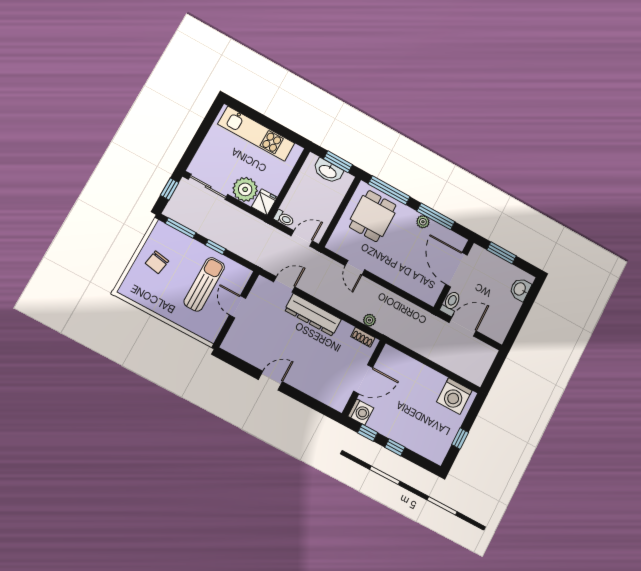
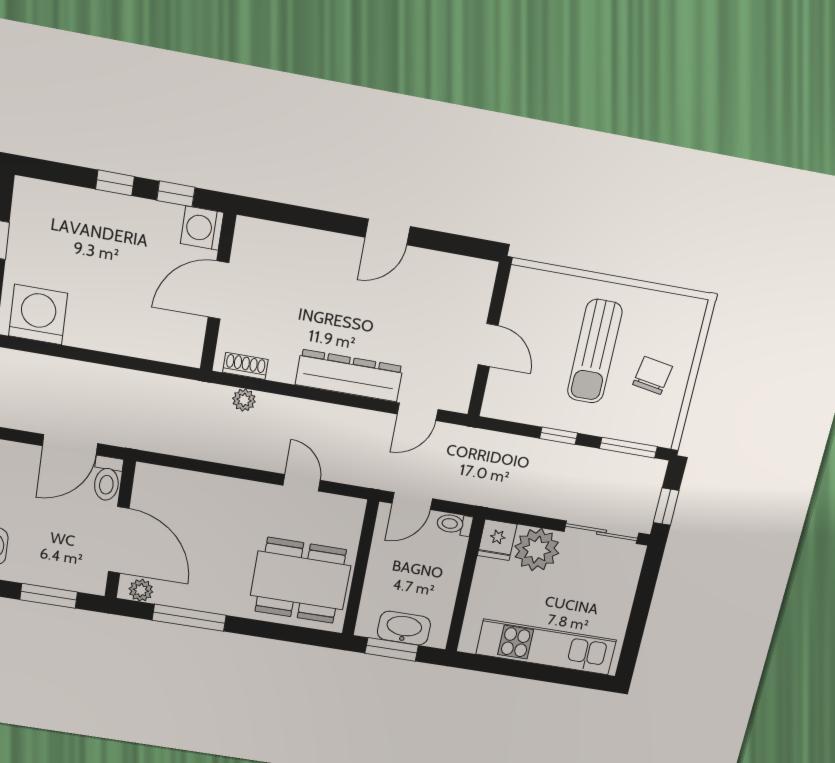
window: (389, 190) -> (287, 633), removed
dining table: (373, 216) -> (300, 581), width x1.38
plant: (423, 222) -> (141, 590), moved
sun lounger: (204, 284) -> (595, 351), moved

